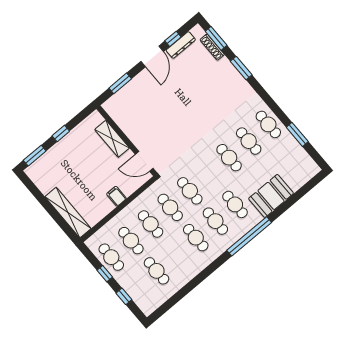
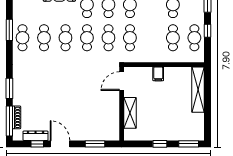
window: (216, 38) -> (9, 121), width x1.44
door: (152, 56) -> (60, 144), hinge flipped
window: (297, 134) -> (9, 30), moved
door: (144, 161) -> (122, 81), swing flipped
cafe table: (151, 224) -> (87, 38), moved

